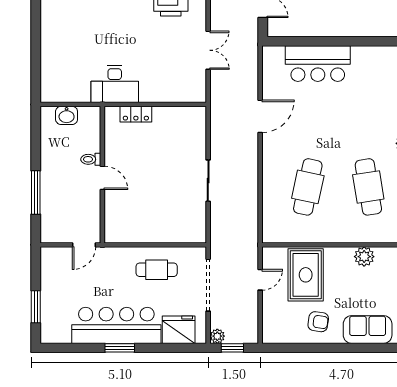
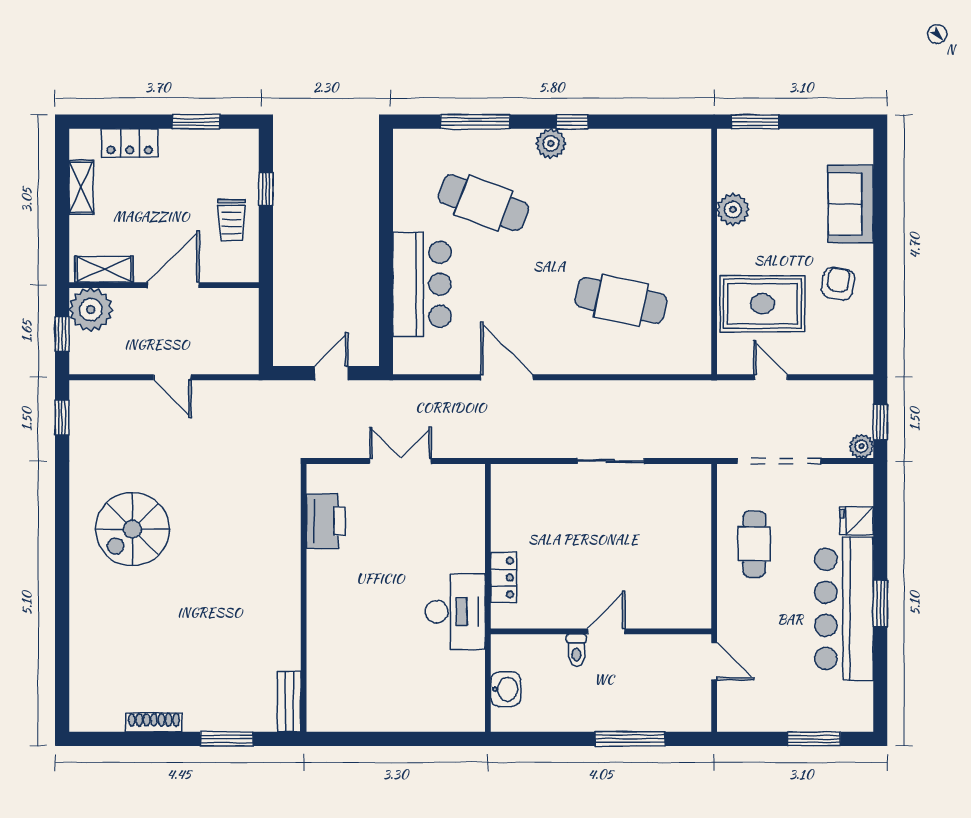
cafe table: (368, 187) -> (483, 203), moved, turned 30
fridge: (179, 330) -> (857, 521), width x0.53, depth x0.75

